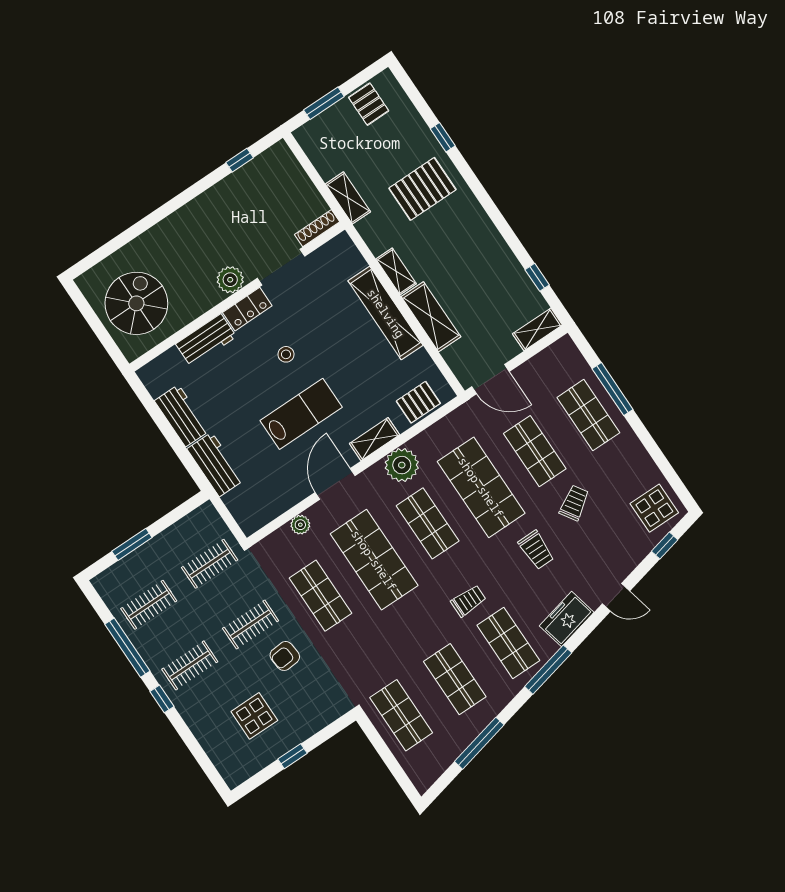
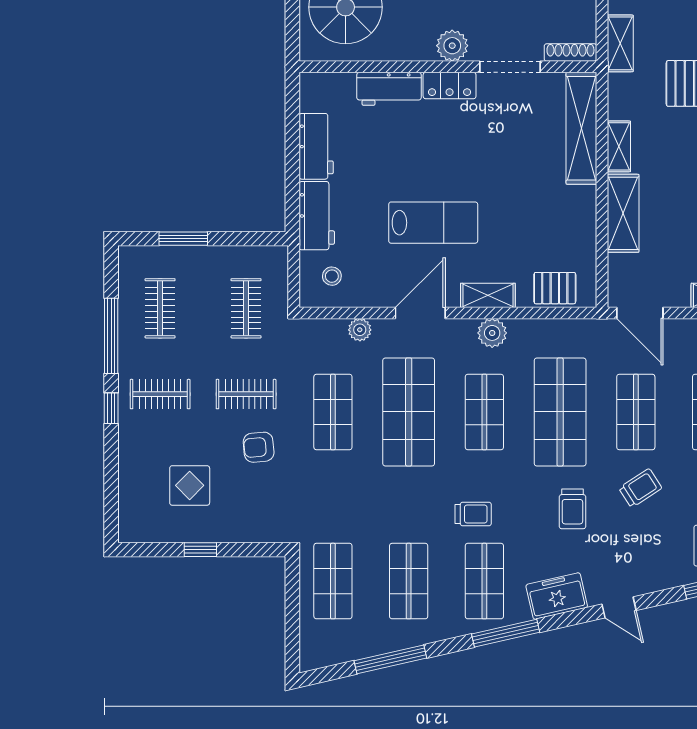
shelving: (386, 313) -> (581, 128), moved
stool: (286, 354) -> (332, 276), moved
plant: (402, 465) -> (492, 333), width x0.73, depth x0.73
clothes rail: (210, 564) -> (246, 308), turned 90
clothes rail: (149, 605) -> (160, 308), turned 90

